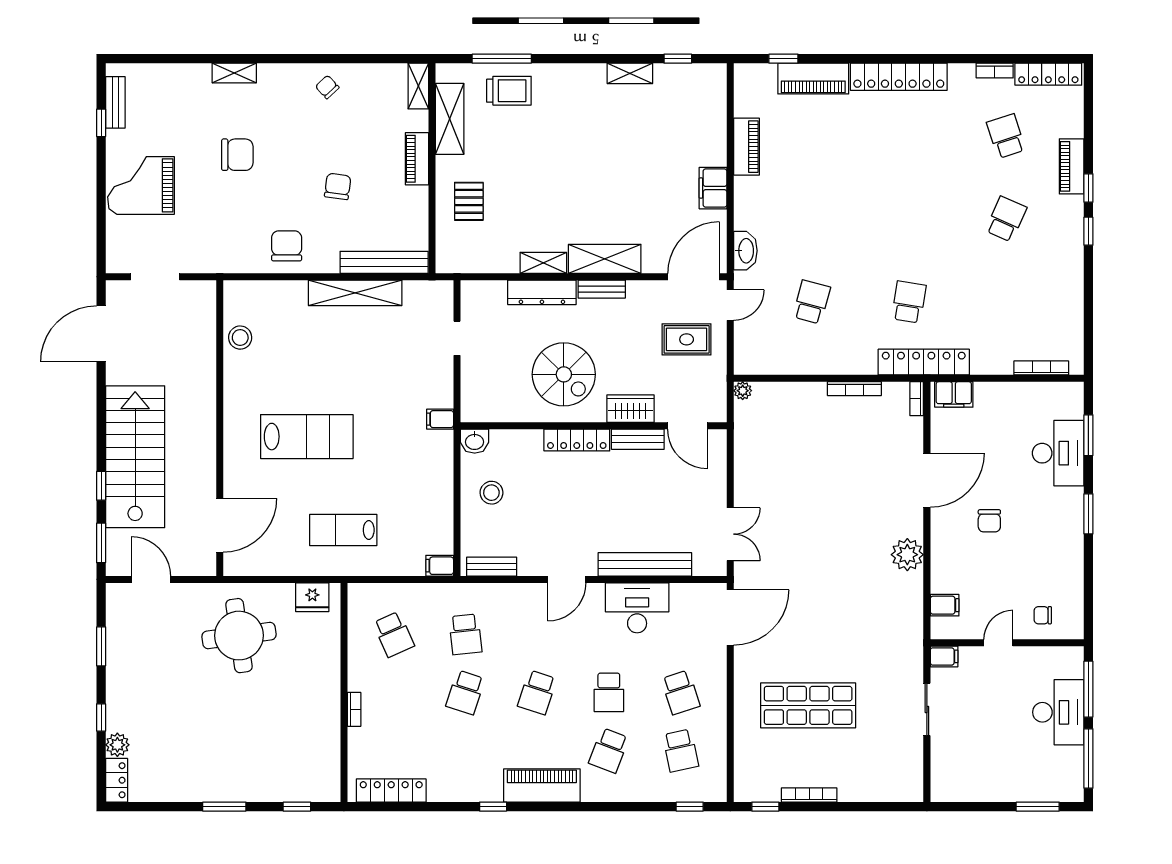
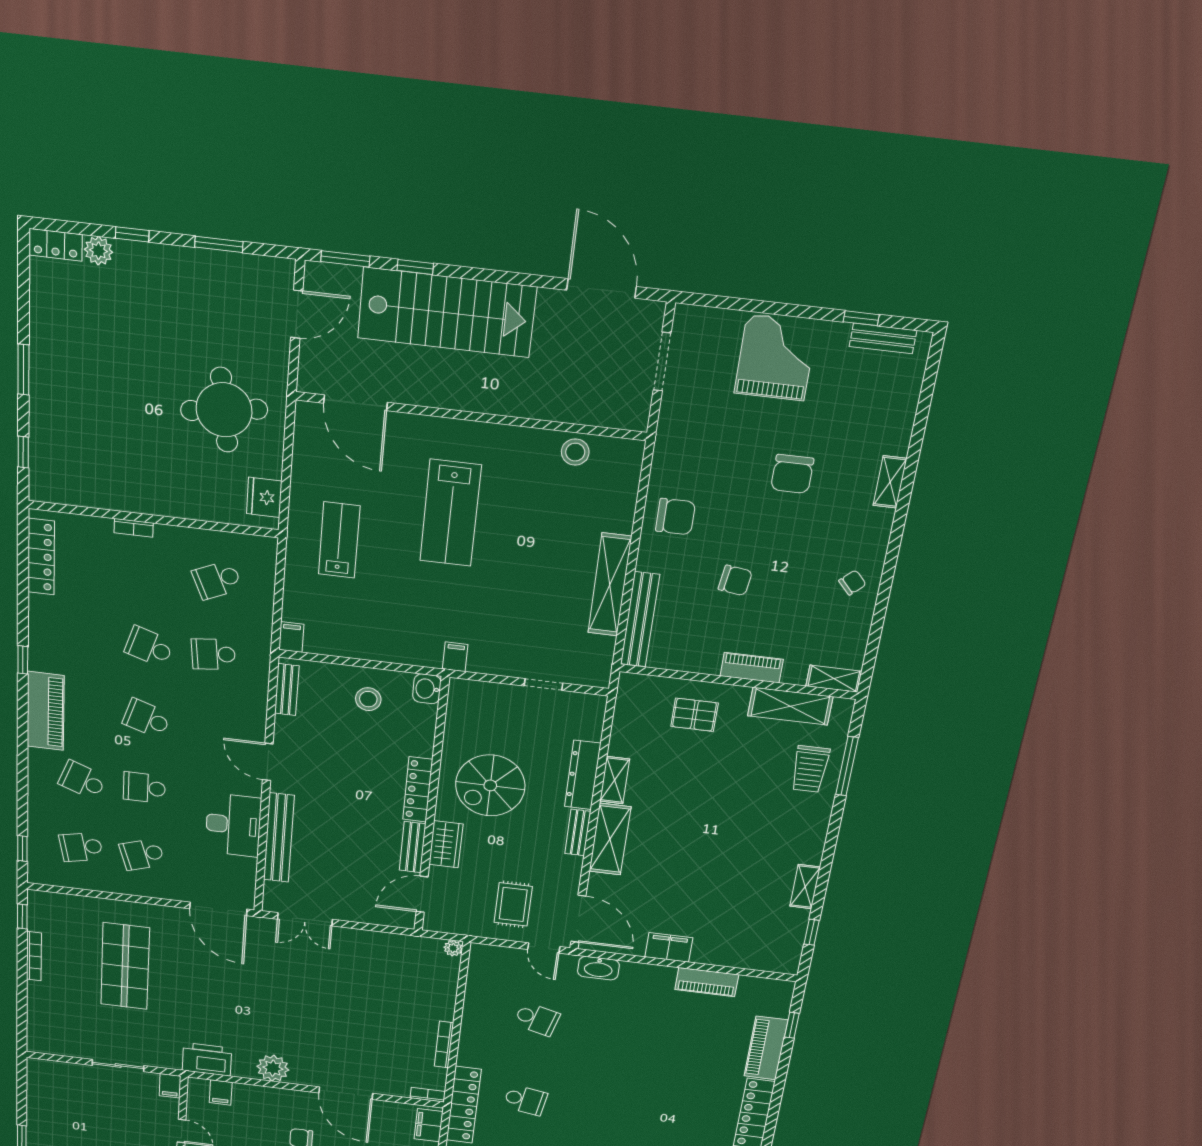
printer: (906, 621) -> (207, 1059), added

